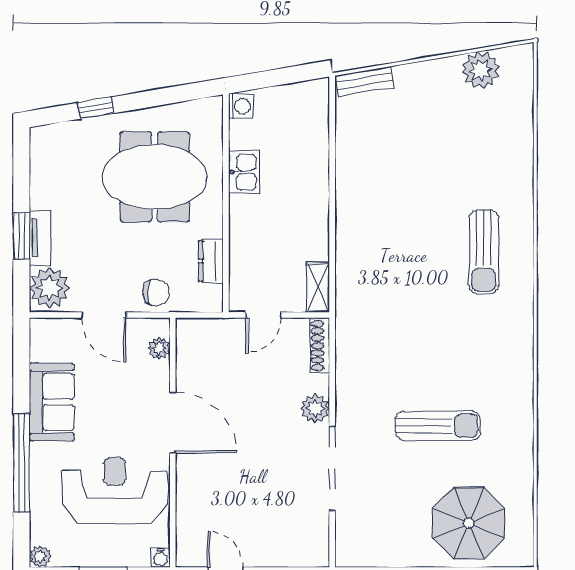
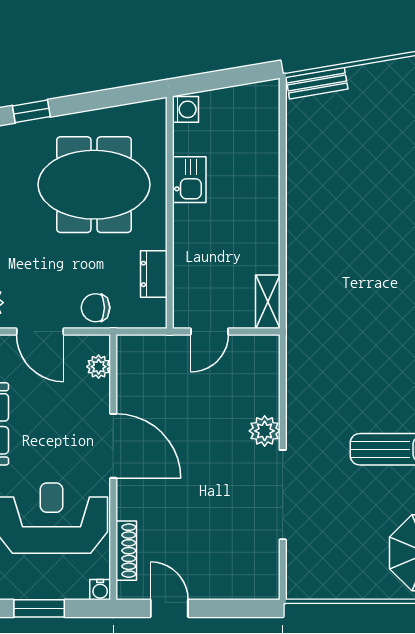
chair: (156, 293) -> (96, 308), turned 180
shoe rack: (320, 346) -> (126, 551), moved, turned 180

